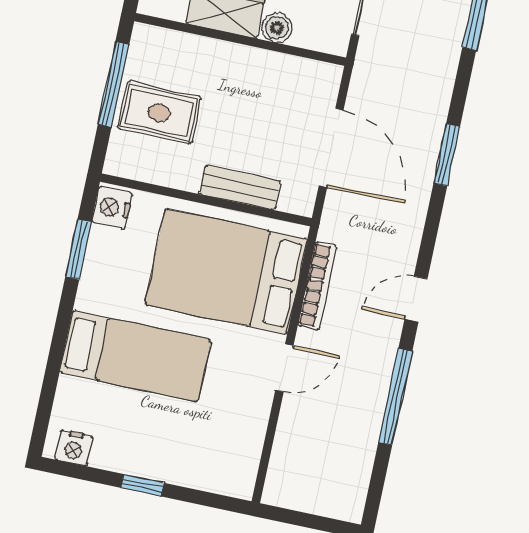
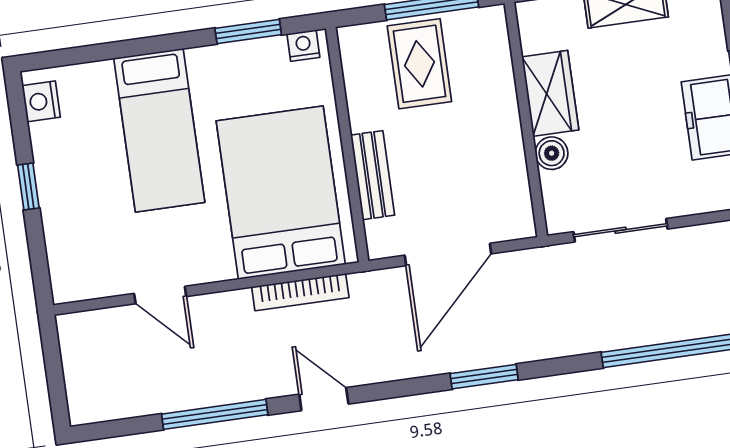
nightstand: (112, 207) -> (303, 46), width x0.72, depth x0.74
door: (284, 368) -> (160, 295), moved

